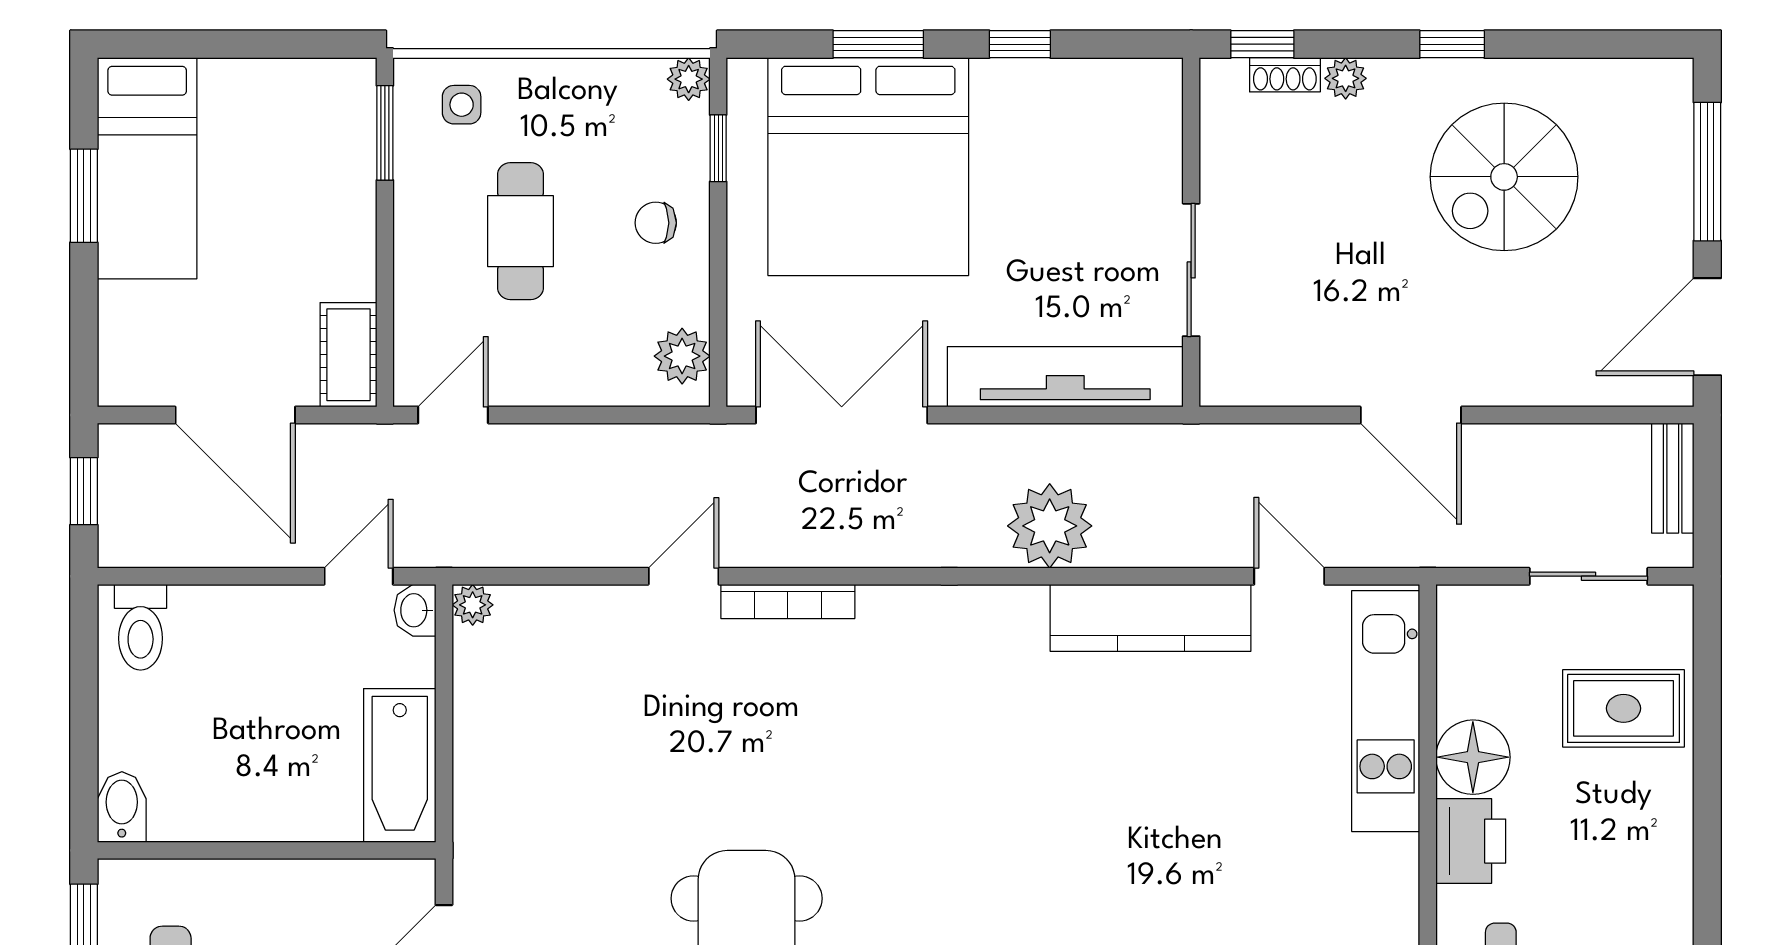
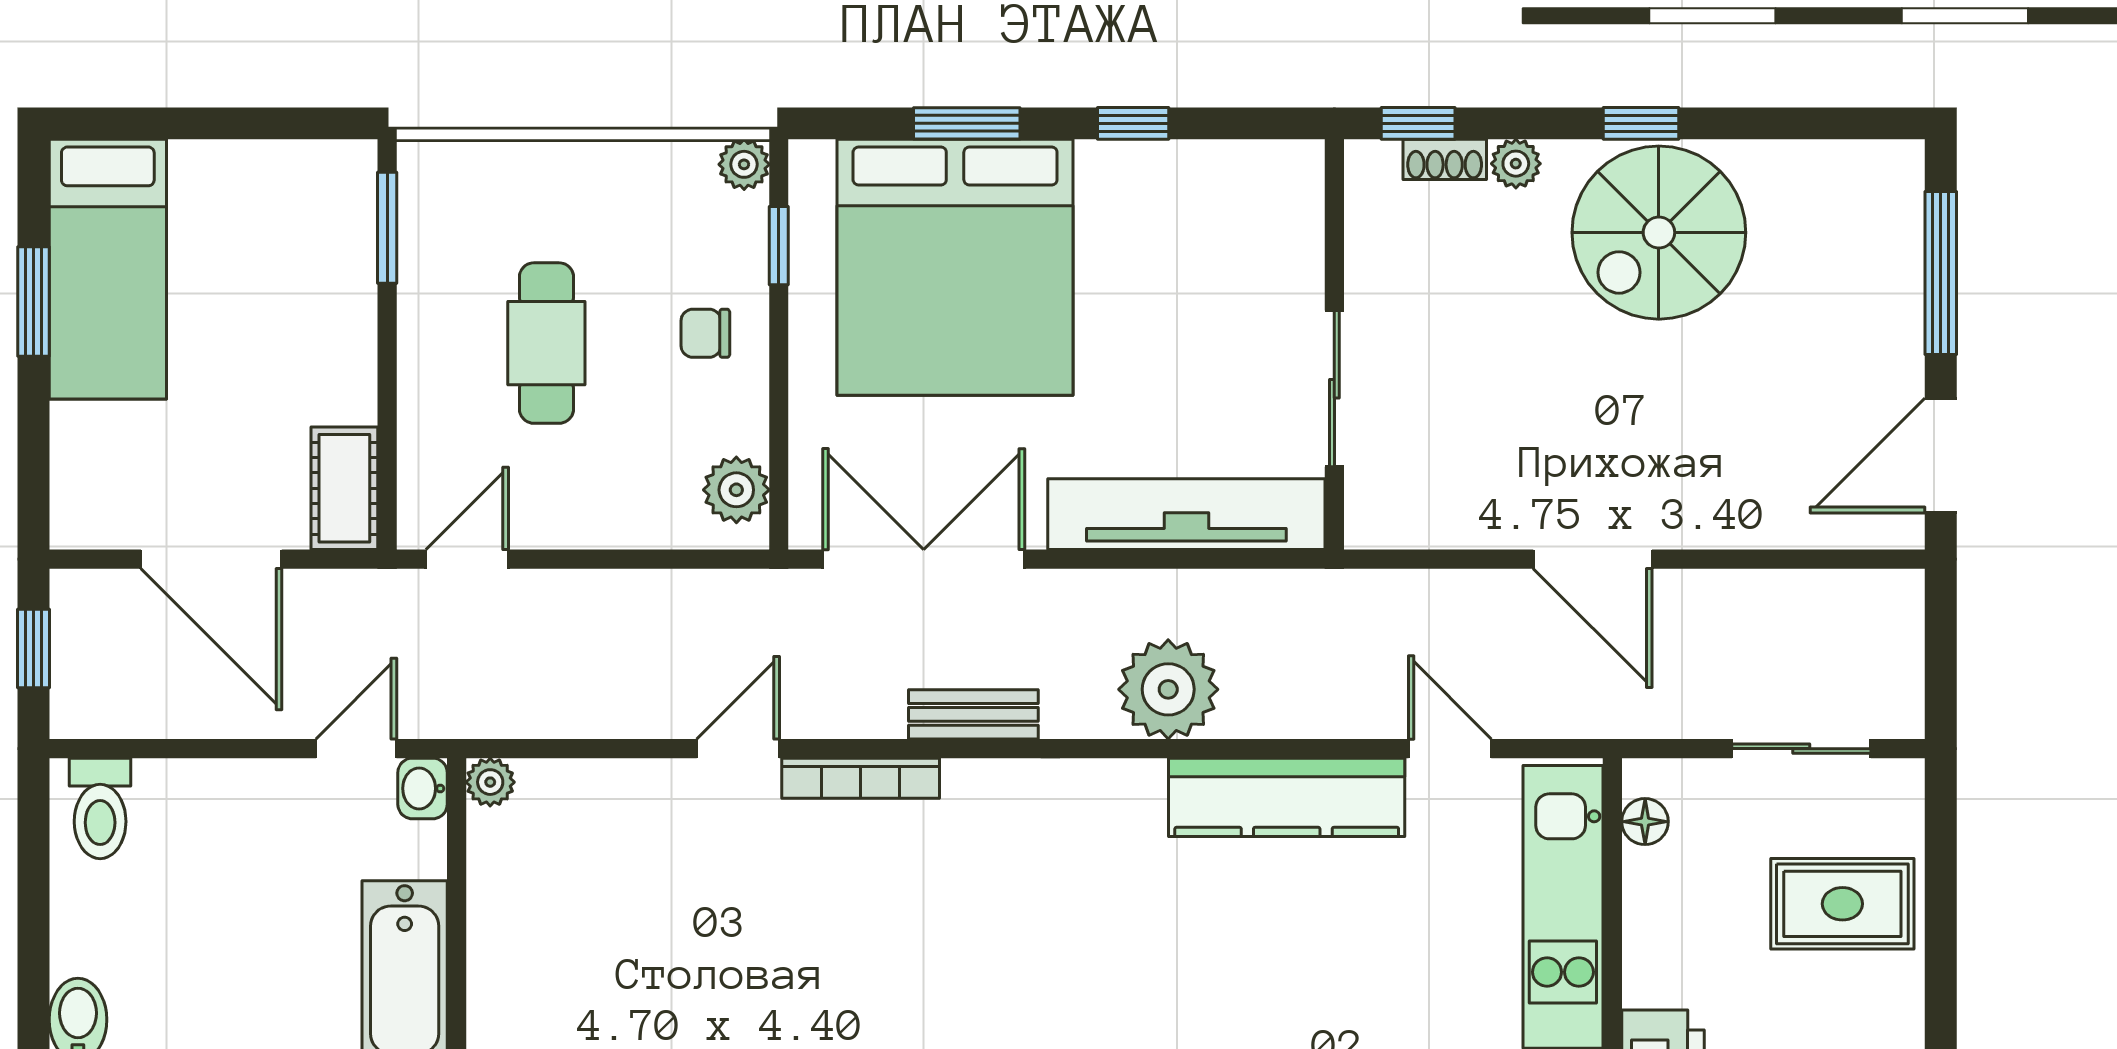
side table: (462, 105) -> (477, 194), removed
spiral stairs: (1504, 177) -> (1659, 233), moved
bench: (1673, 478) -> (973, 714), moved, turned 90
floor lamp: (1473, 757) -> (1645, 822), moved, width x0.53, depth x0.53

